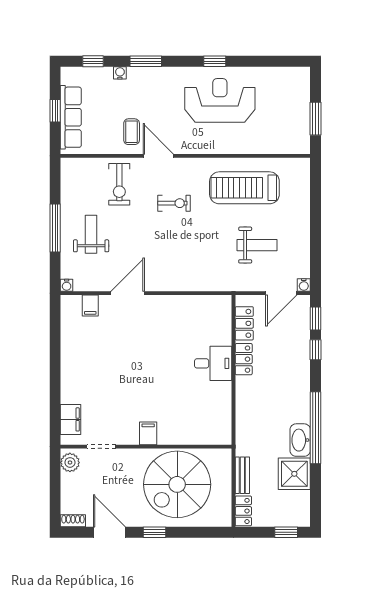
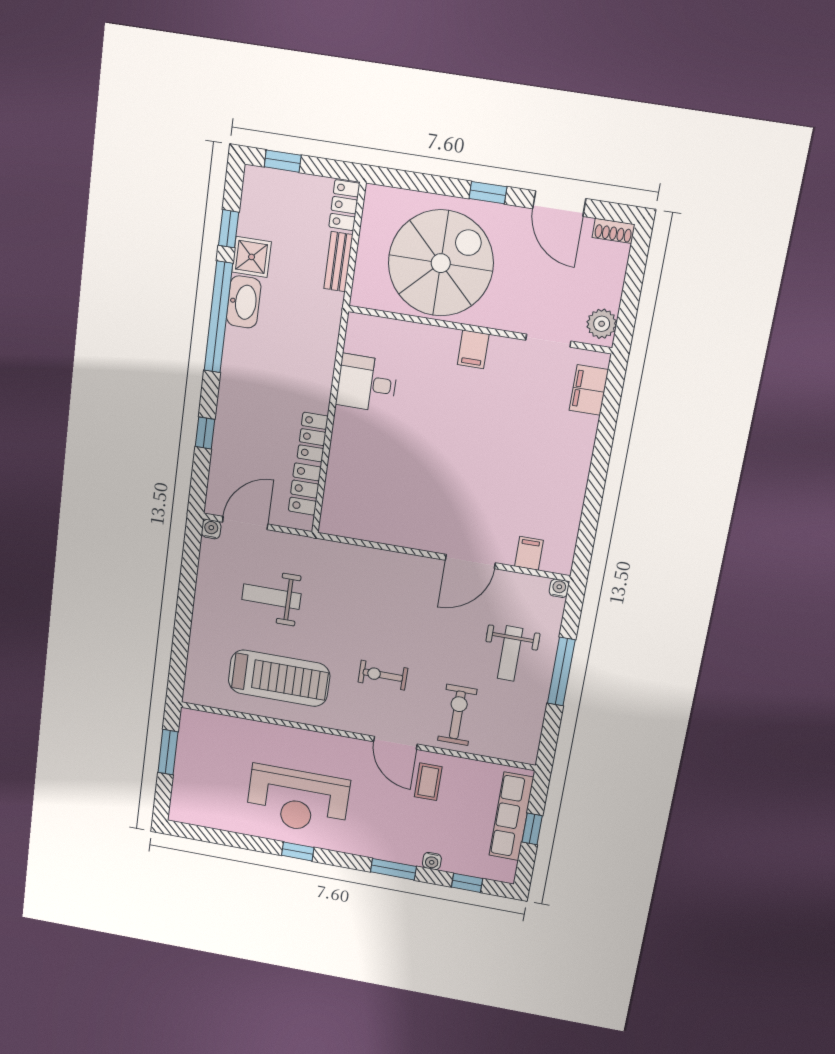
window: (316, 318) -> (229, 229), moved
desk: (213, 363) -> (367, 383), moved
shower: (294, 474) -> (252, 257), width x0.73, depth x0.73

